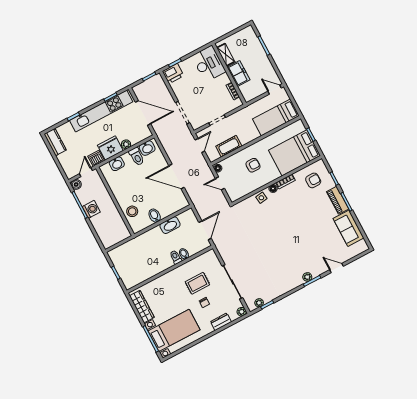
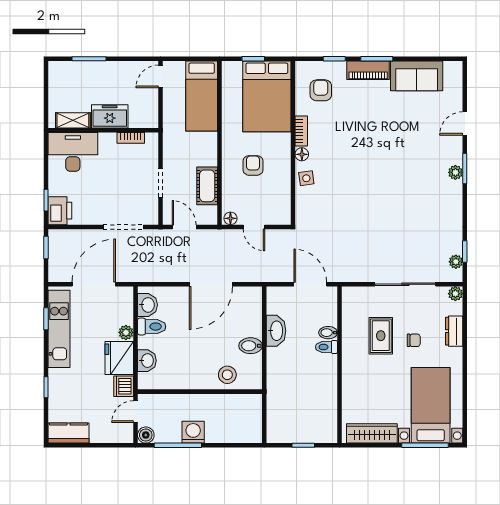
kitchen unit: (101, 111) -> (59, 329), width x0.73
door: (86, 172) -> (135, 412), hinge flipped
door: (220, 183) -> (254, 227), hinge flipped

